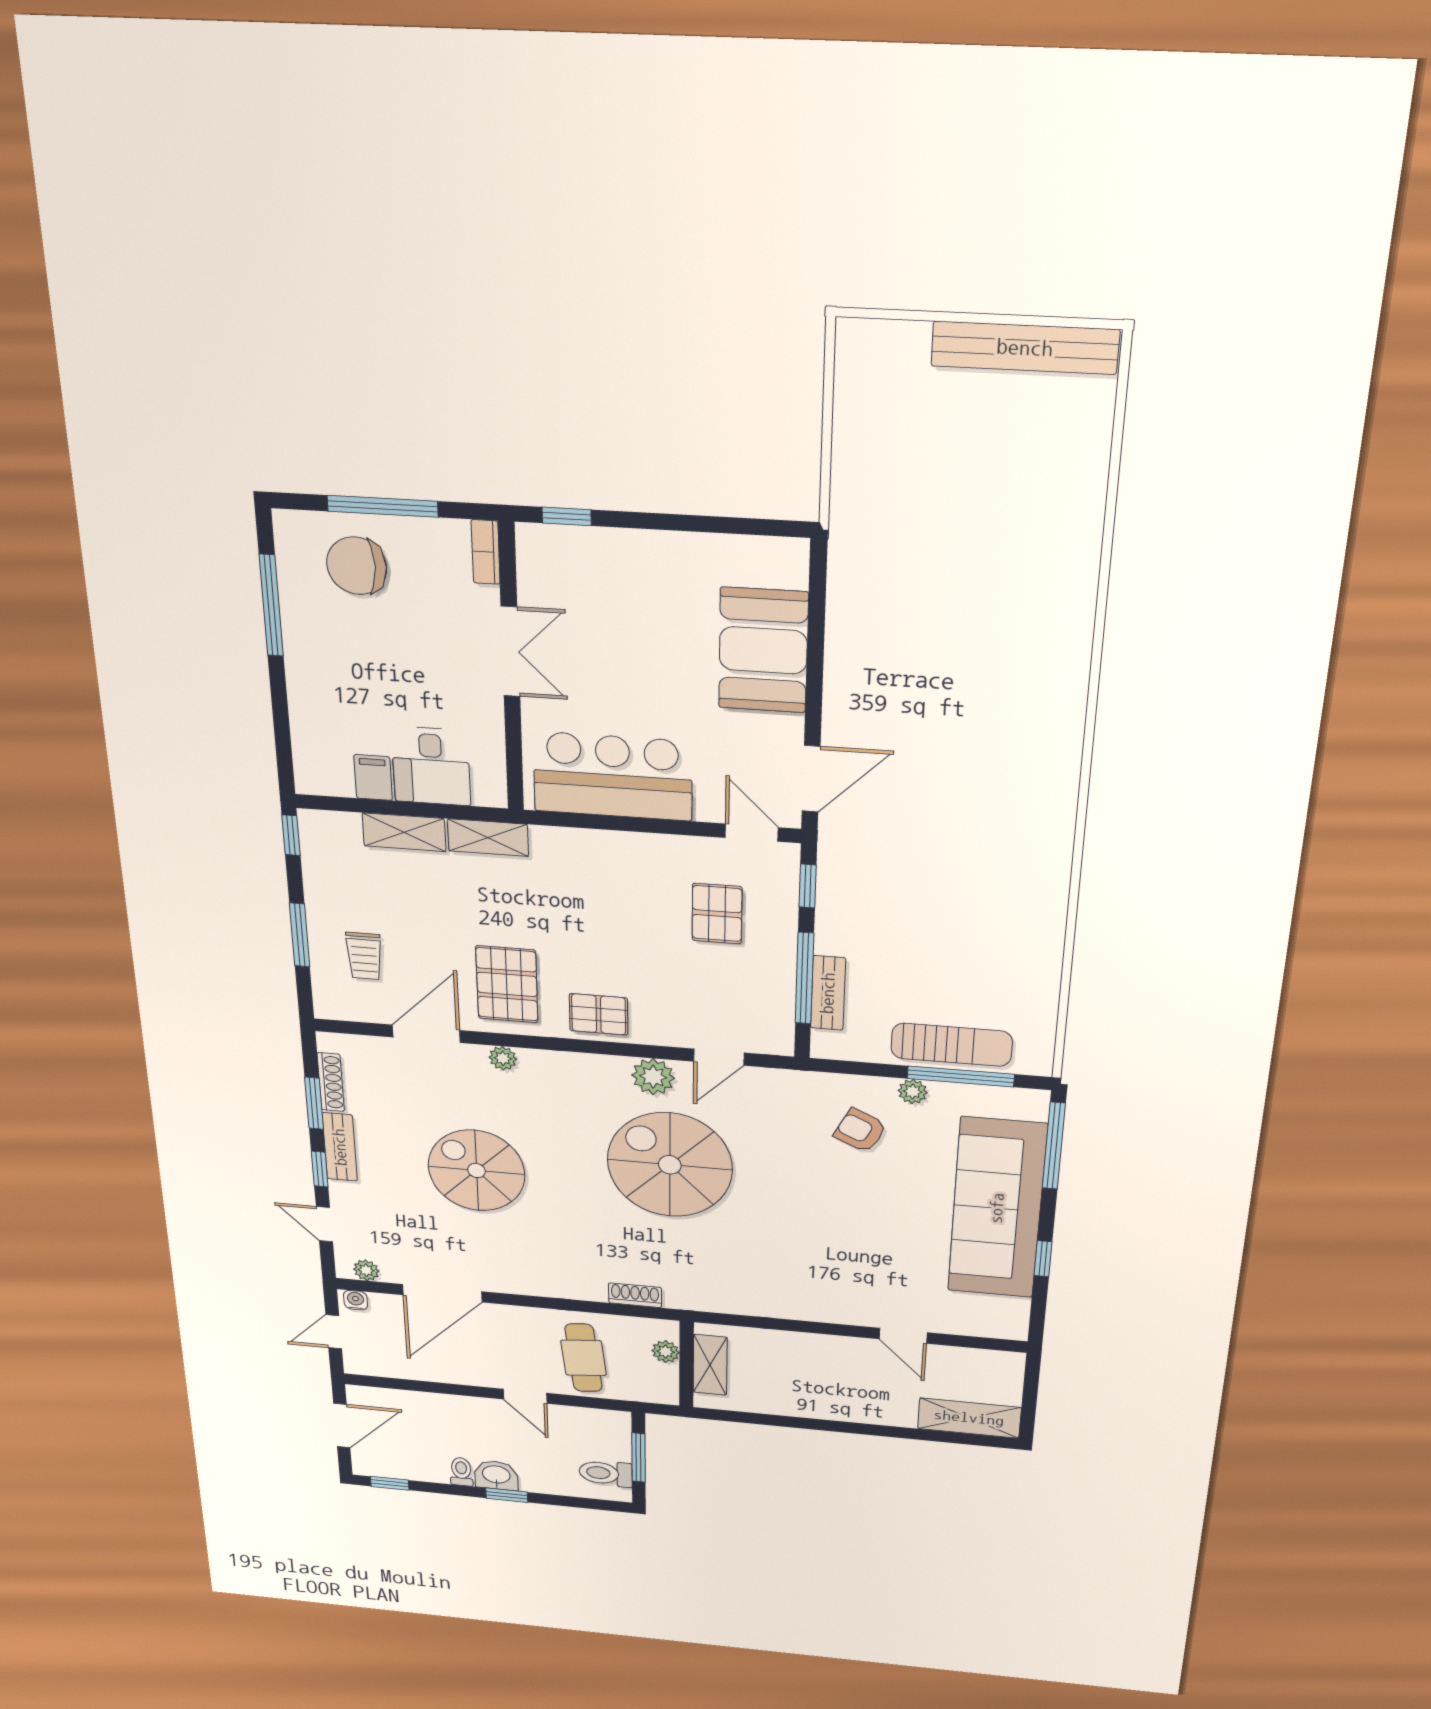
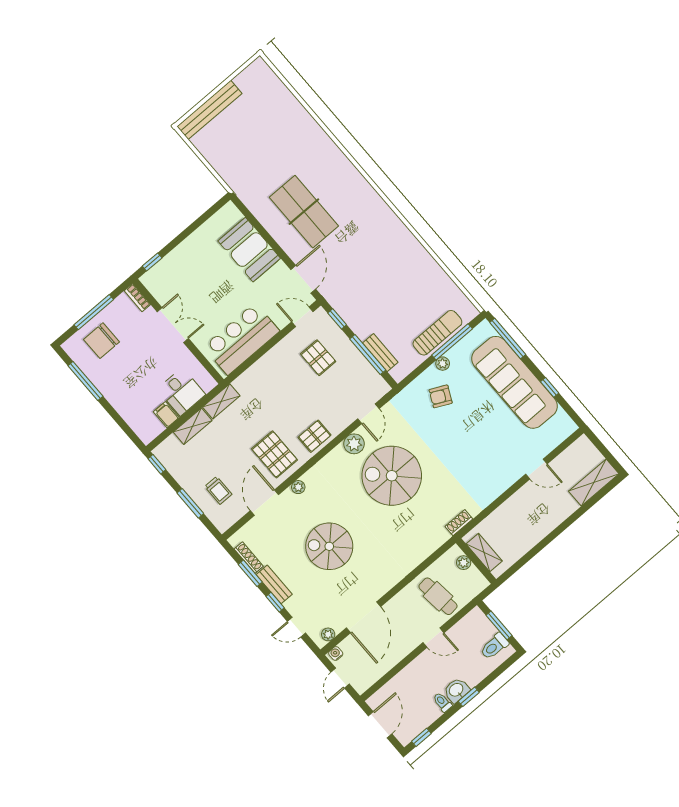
bench: (1025, 348) -> (209, 110), moved
table tennis table: (922, 675) -> (304, 212), added
shoe rack: (635, 1295) -> (459, 523), moved

